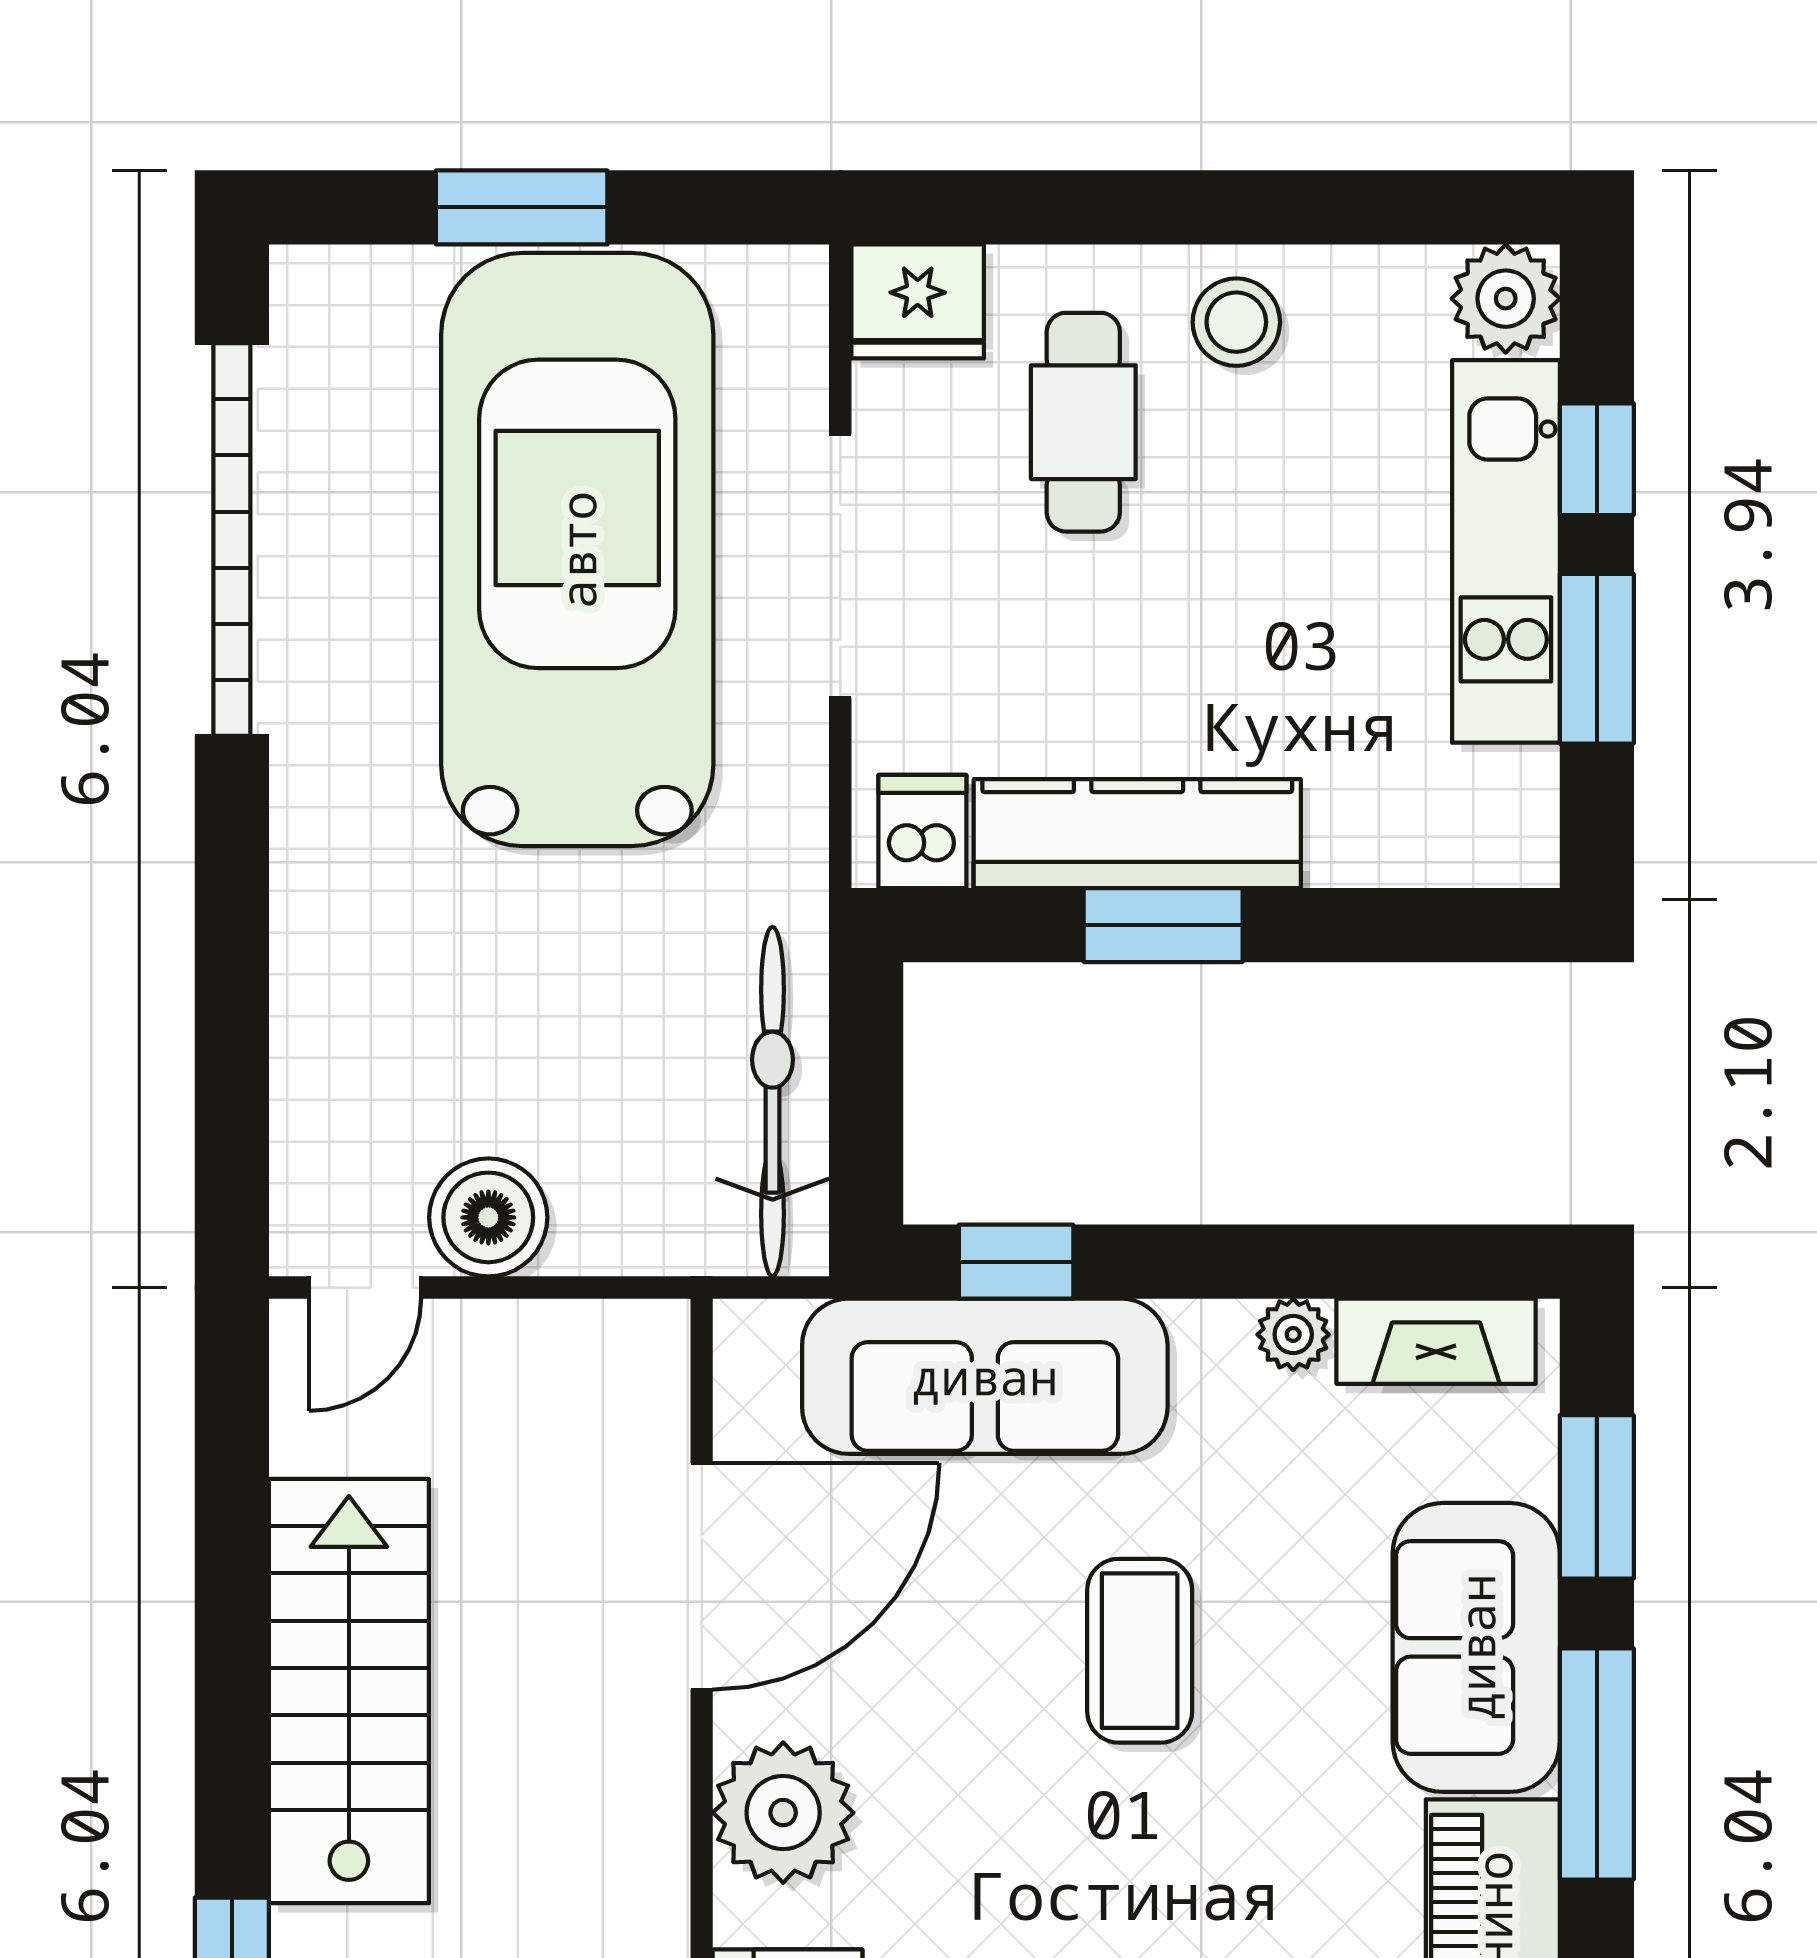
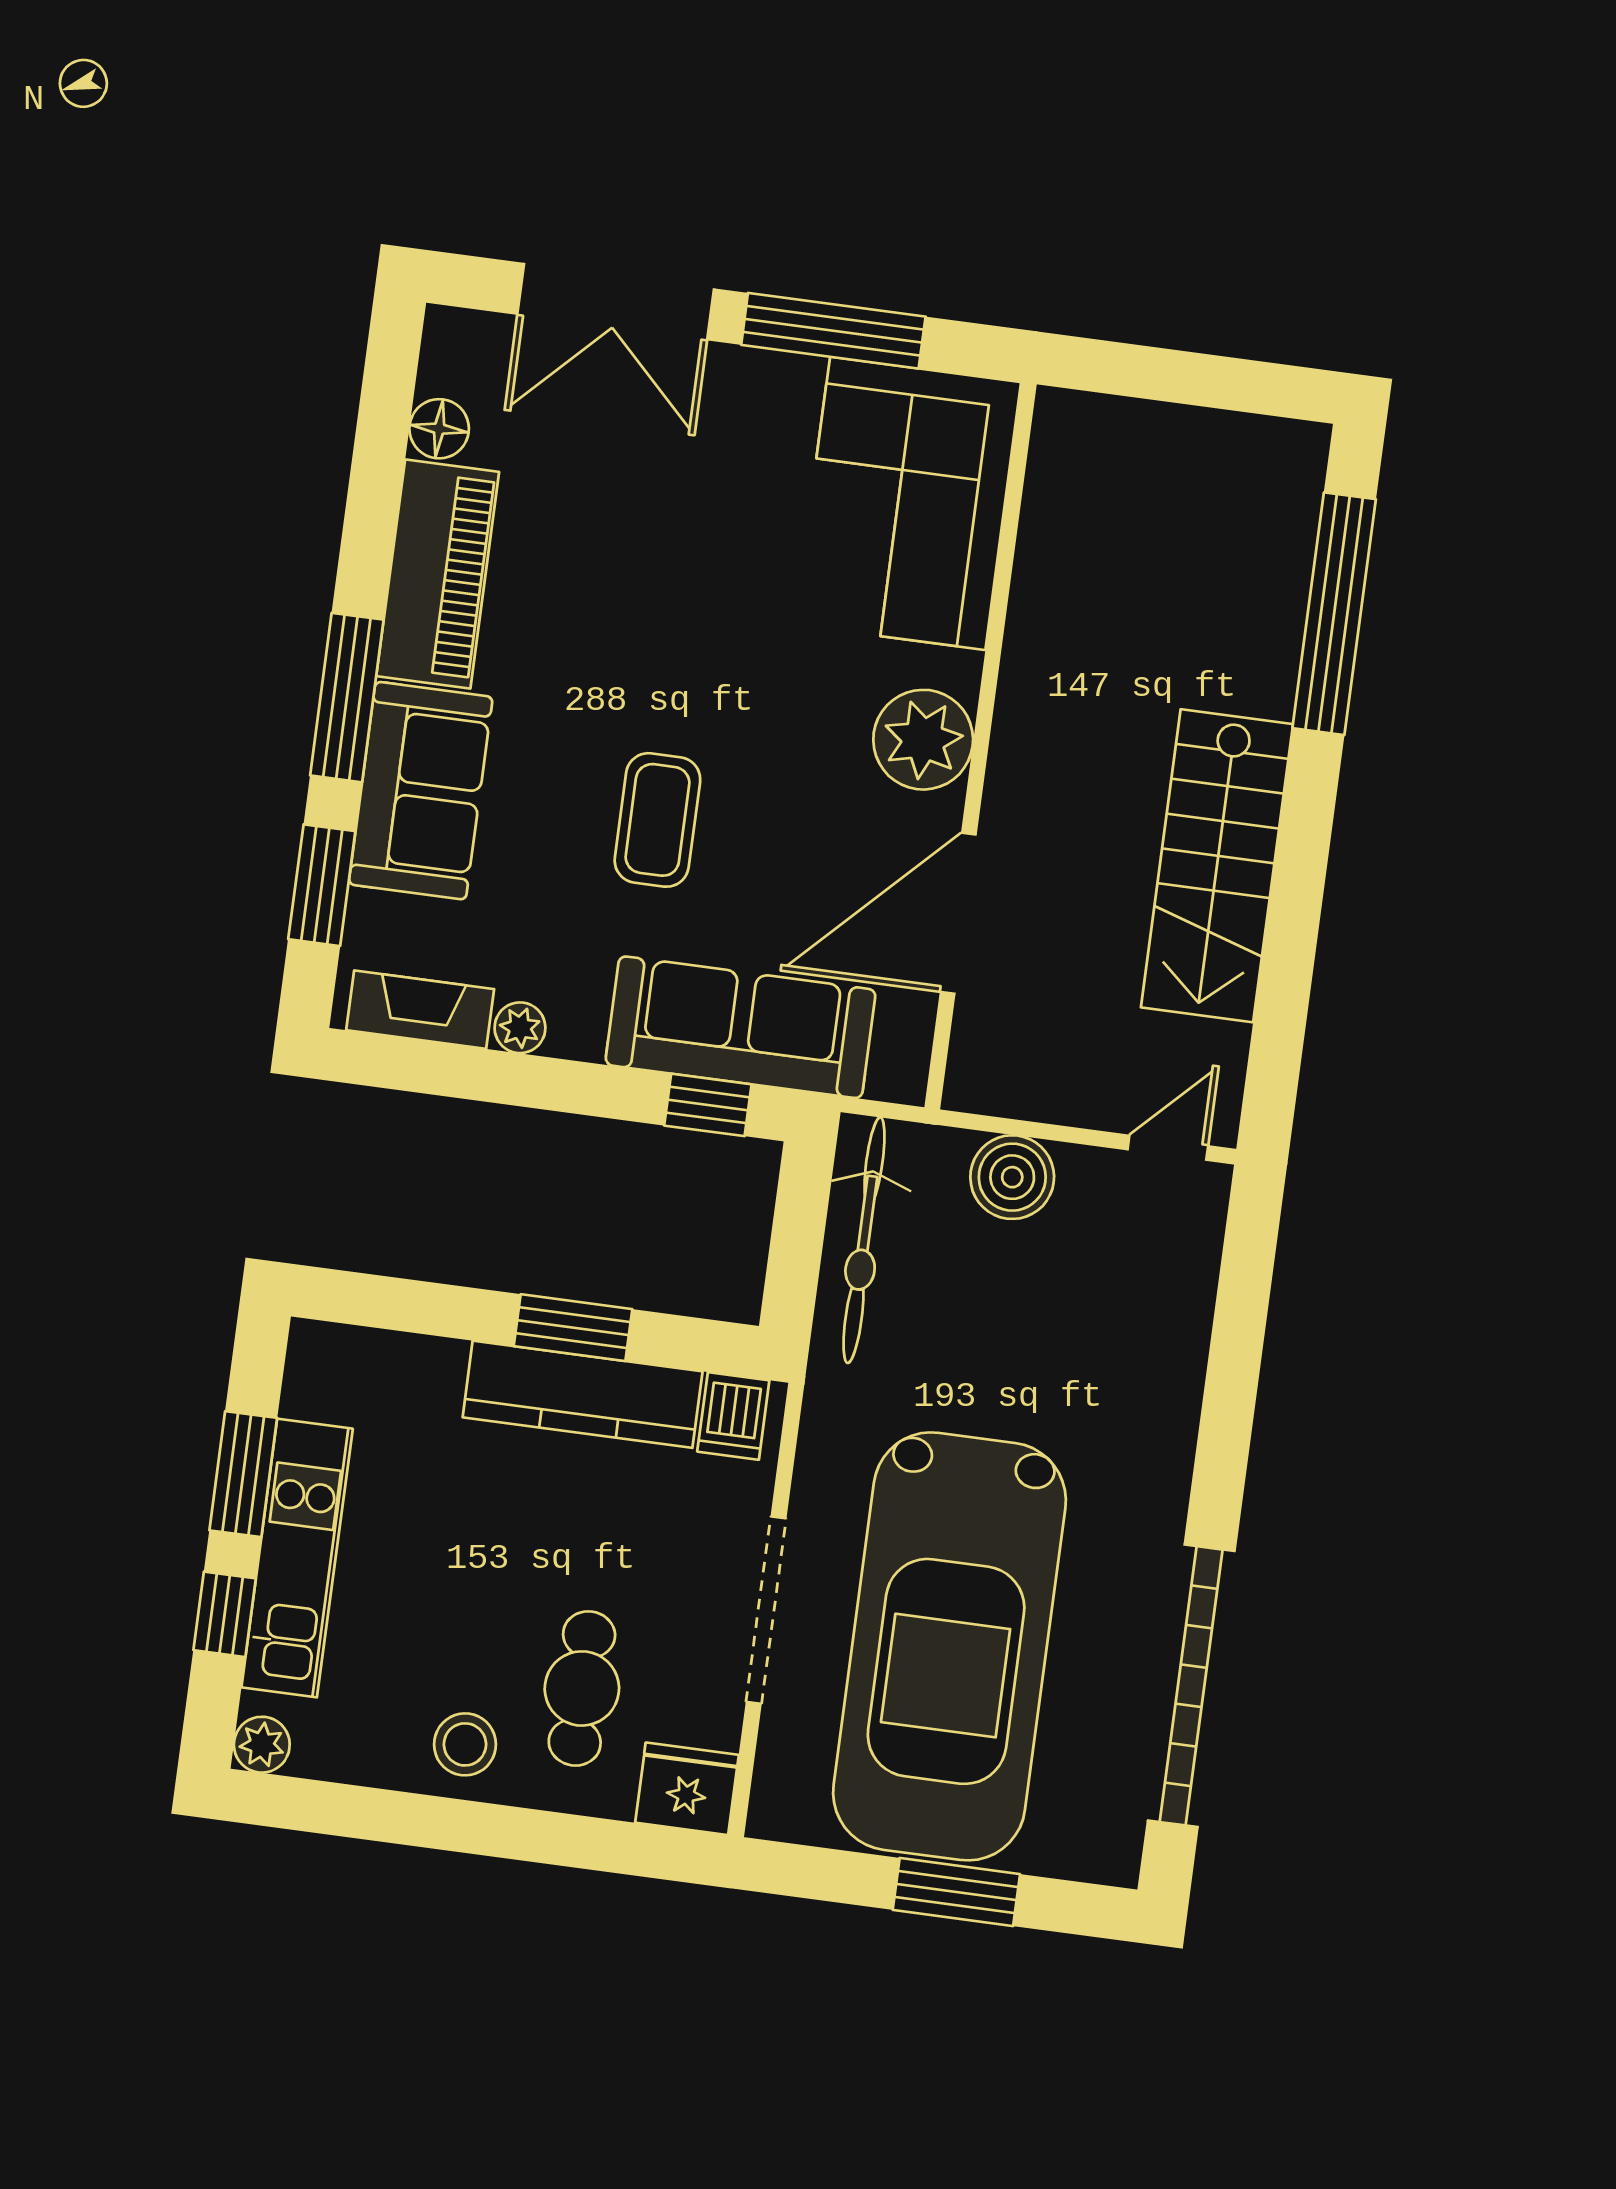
plant: (1506, 299) -> (262, 1745), width x0.73, depth x0.73
boiler: (488, 1217) -> (1012, 1177), moved

